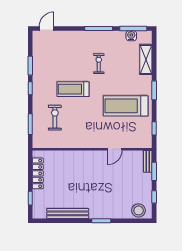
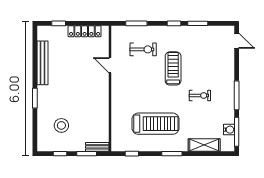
treadmill: (126, 106) -> (155, 124), turned 90
door: (115, 149) -> (110, 65), moved
stool: (139, 210) -> (61, 125), moved

